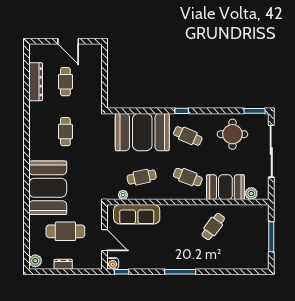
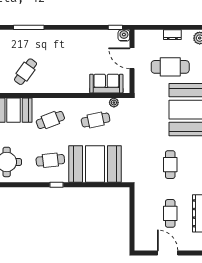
cafe table: (188, 136) -> (50, 160), turned -30
cafe table: (188, 177) -> (50, 120), turned -42
sofa: (137, 214) -> (106, 84), width x0.73
window: (180, 272) -> (29, 27), moved

